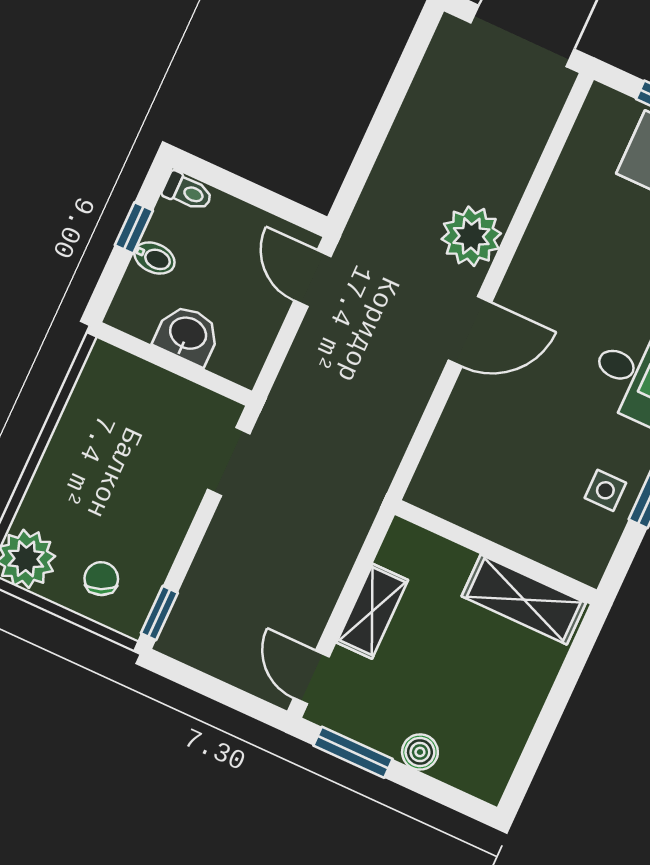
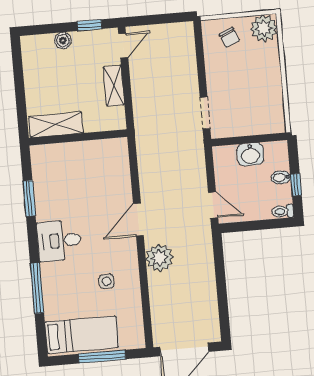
side table: (605, 490) -> (107, 281), moved
window: (159, 613) -> (198, 37), removed
door: (311, 677) -> (123, 46), hinge flipped
window: (353, 752) -> (90, 25), width x0.67

